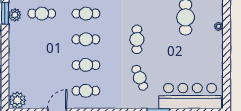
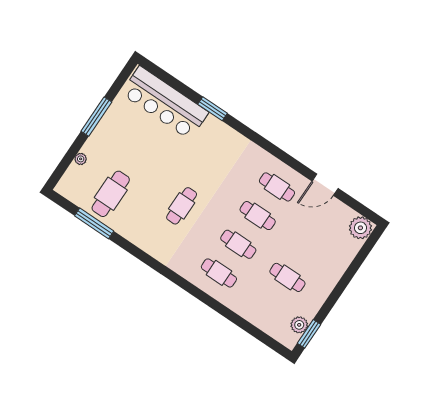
cafe table: (42, 14) -> (287, 277), moved
window: (227, 59) -> (96, 117), added
cafe table: (140, 78) -> (207, 161), removed

